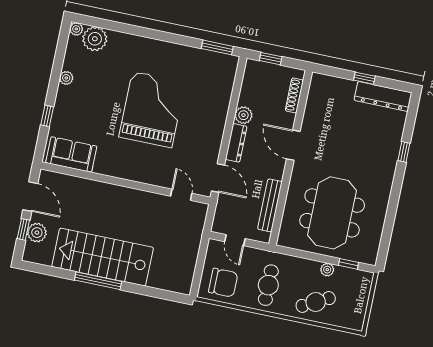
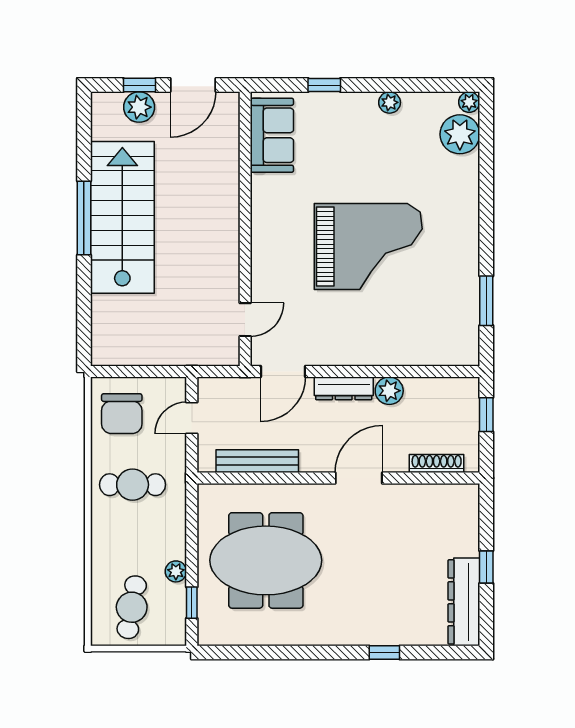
window: (217, 47) -> (486, 301), moved
cafe table: (316, 302) -> (132, 607), moved, turned 38

